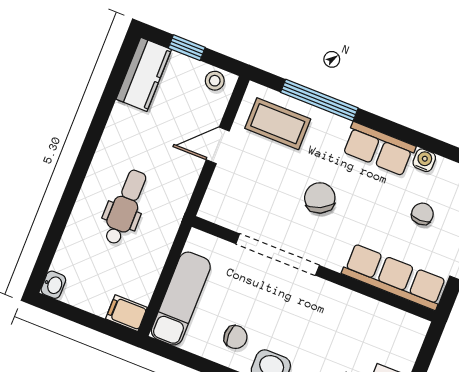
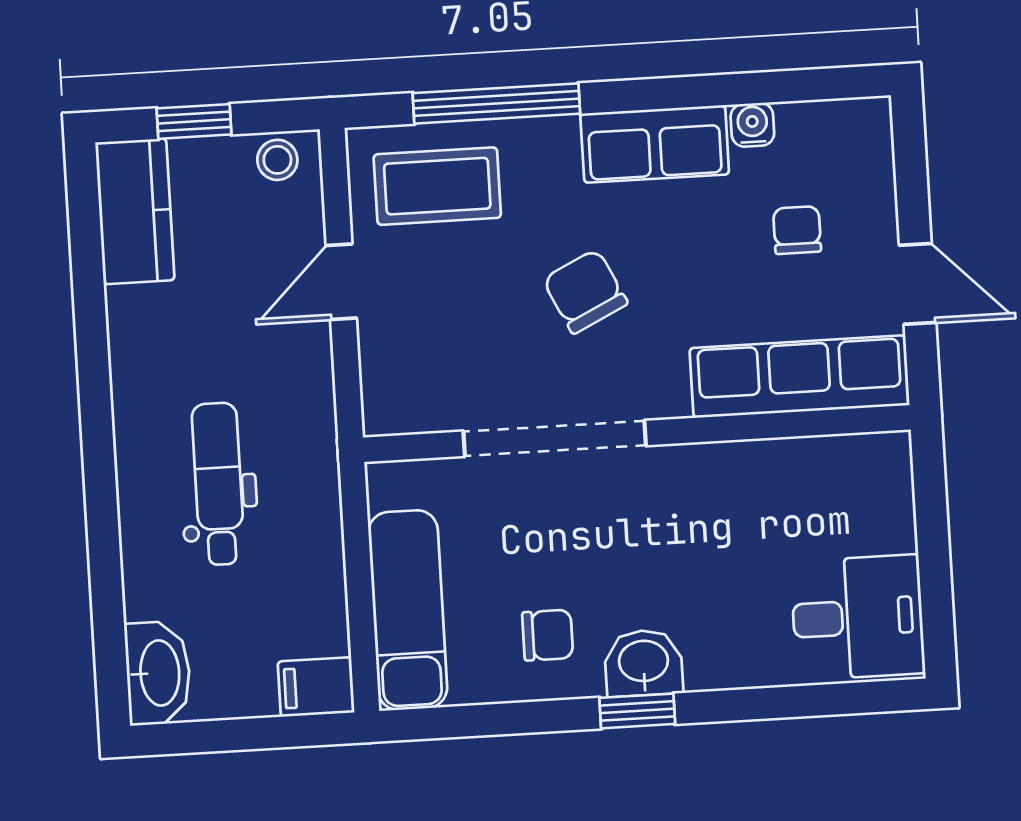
washbasin: (53, 285) -> (158, 673), width x1.91, depth x1.45

